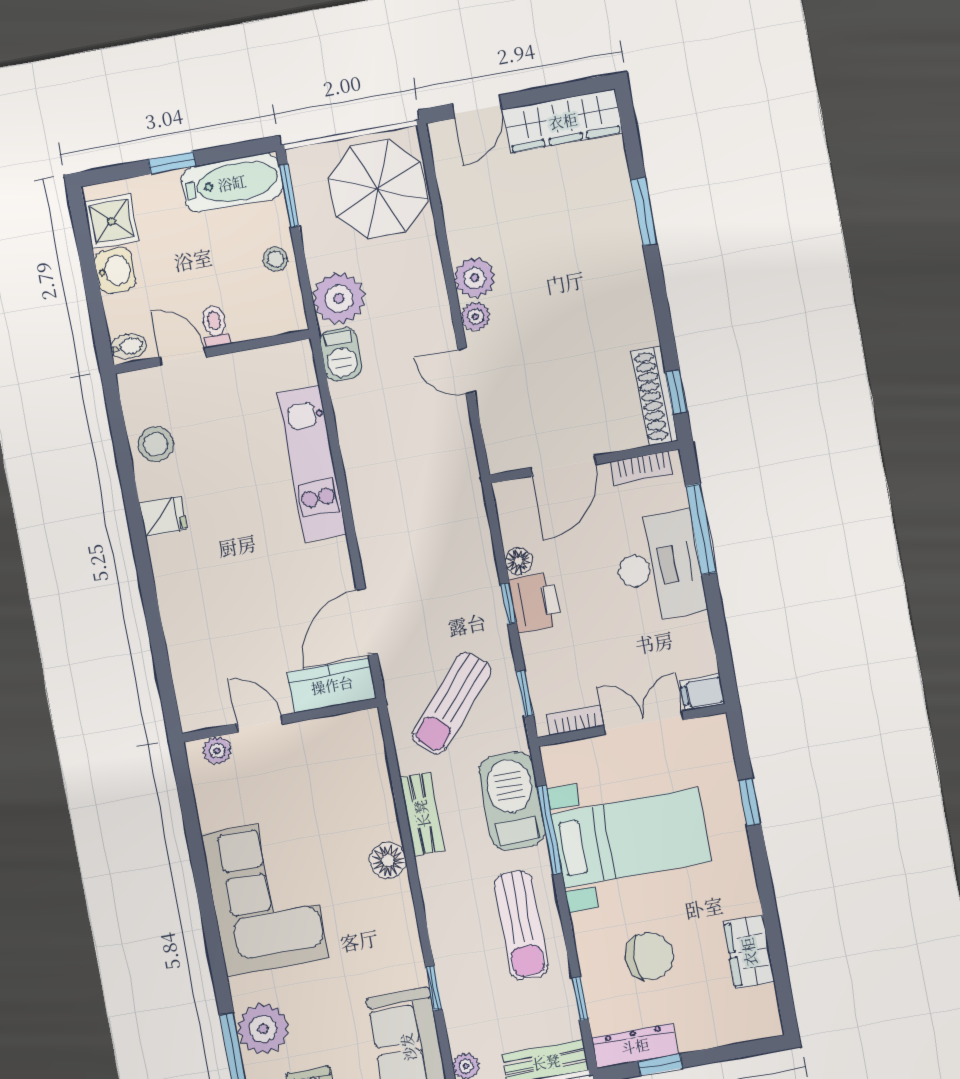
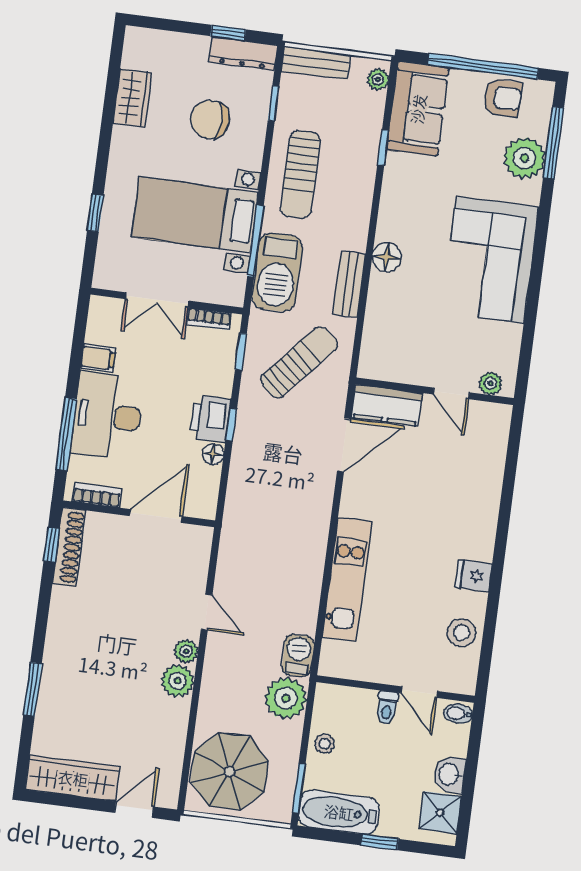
filing cabinet: (703, 693) -> (98, 358), moved
sun lounger: (521, 925) -> (301, 175), turned 180

